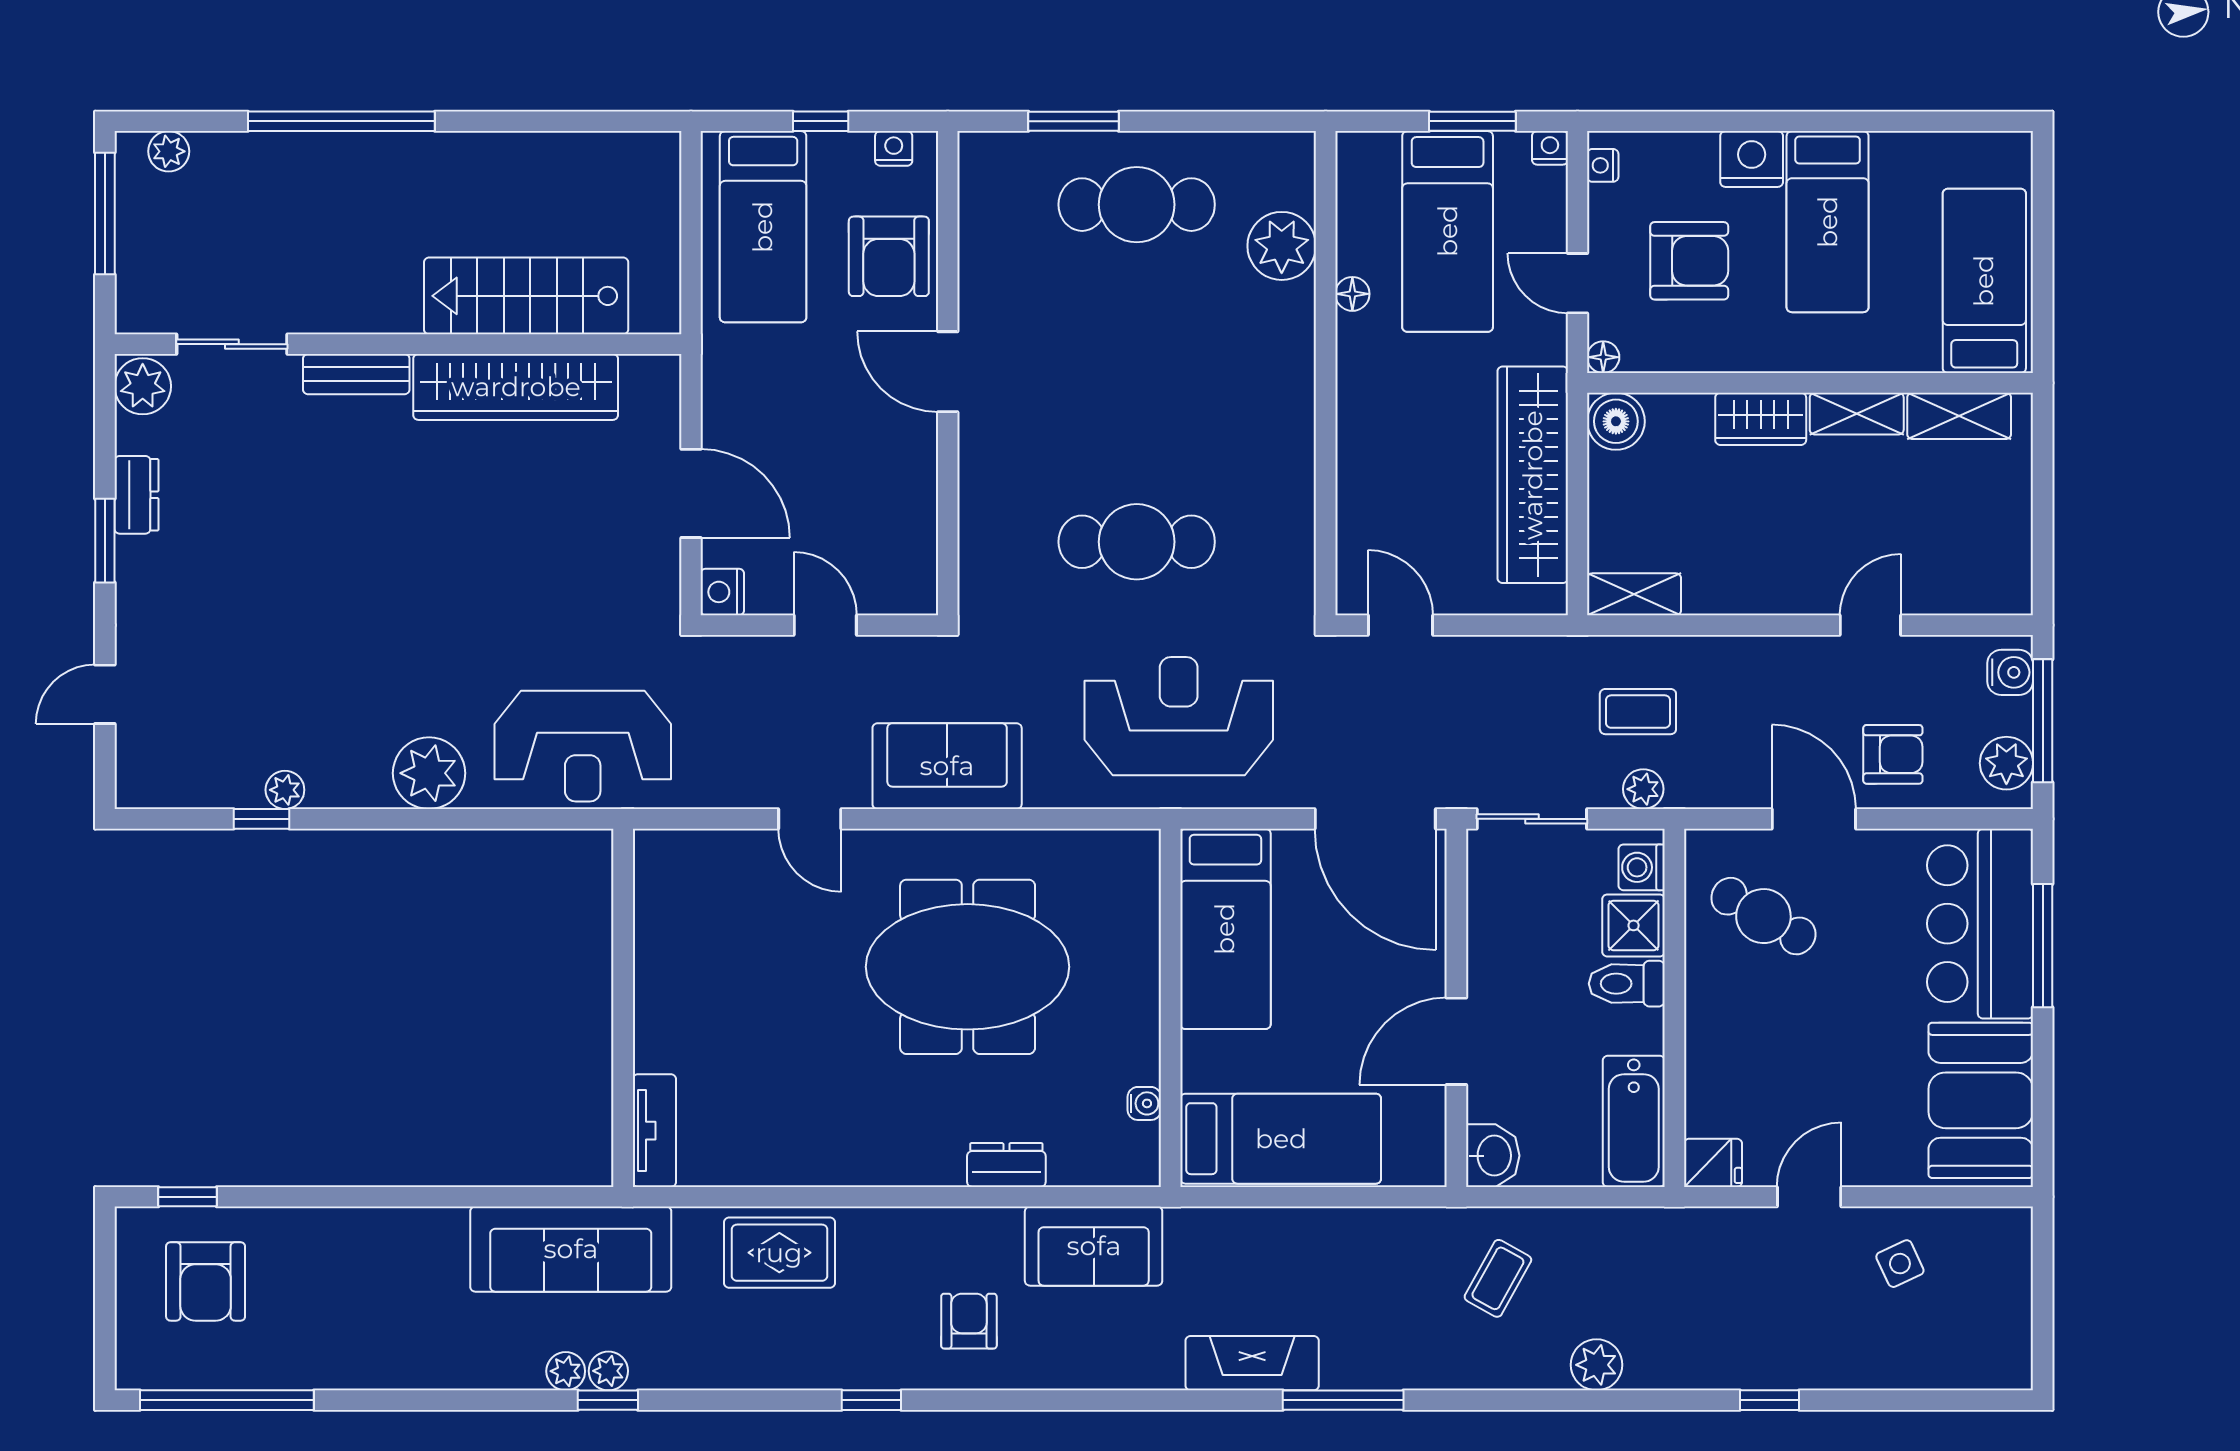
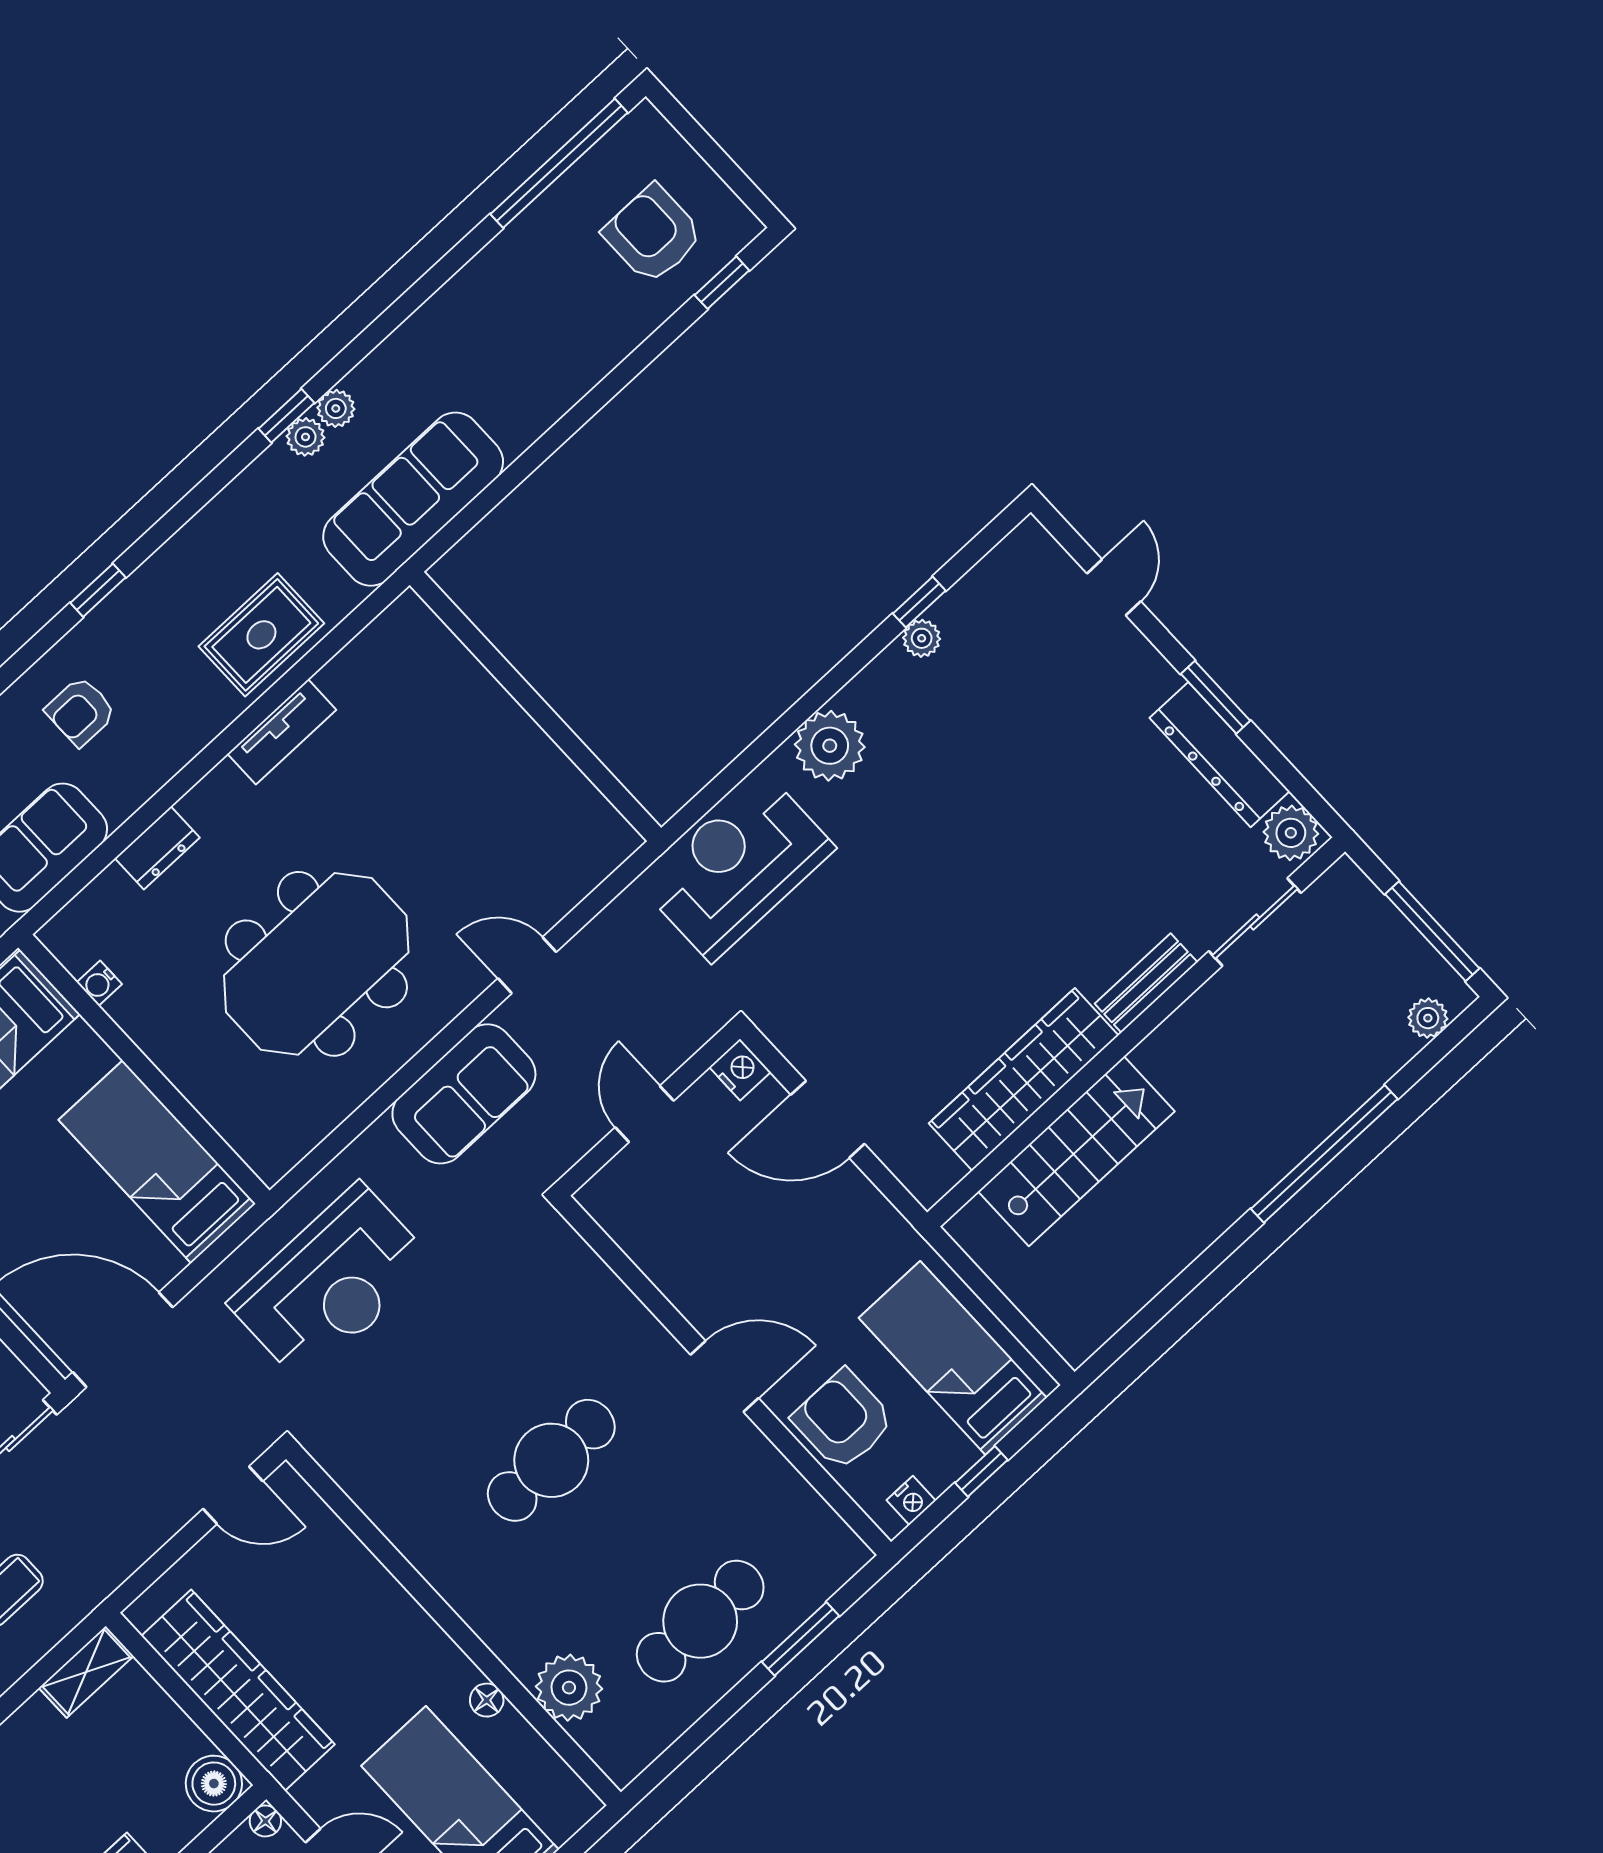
dresser: (136, 495) -> (1220, 755), width x1.96, depth x1.24
cafe table: (1137, 542) -> (551, 1460), moved
door: (825, 625) -> (644, 1114), swing flipped
tv unit: (654, 1131) -> (282, 732), moved, turned -90
armchair: (969, 1321) -> (81, 711), turned 90

